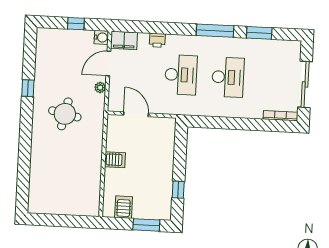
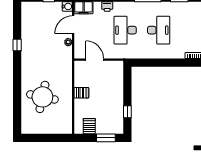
desk: (181, 75) -> (125, 30), turned 180
round table: (65, 114) -> (42, 97), moved, width x1.36, depth x1.36

